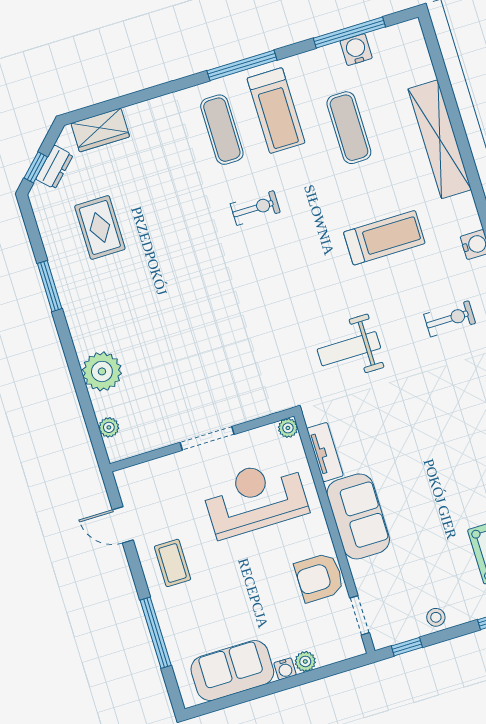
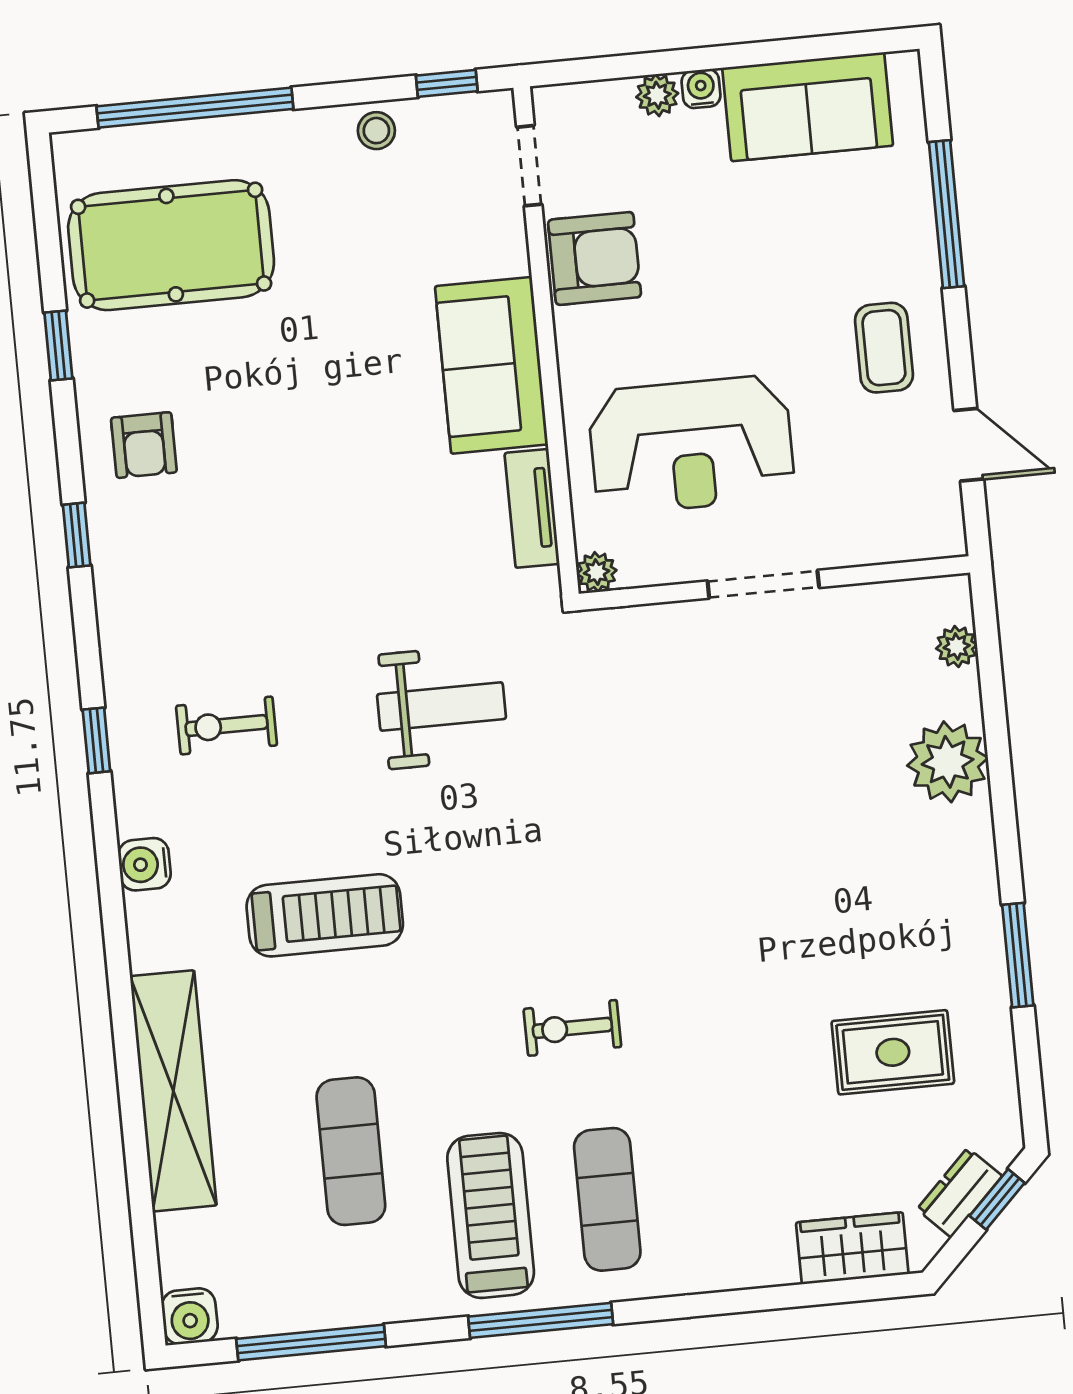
water cooler: (356, 50) -> (190, 1316), moved
rug: (100, 227) -> (893, 1052), turned 90
treadmill: (384, 238) -> (325, 915), turned 180

